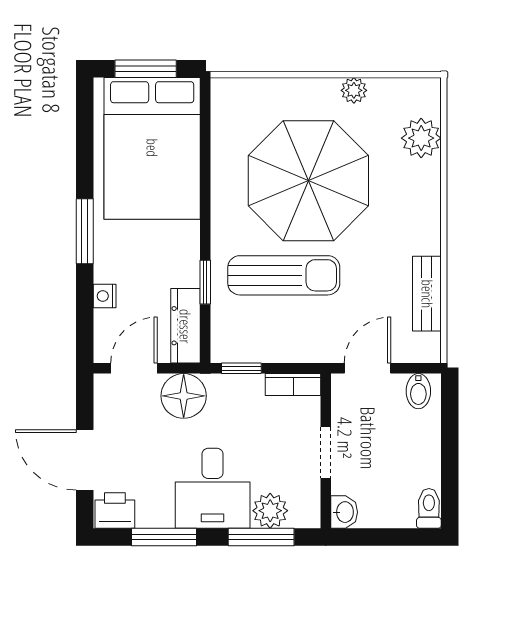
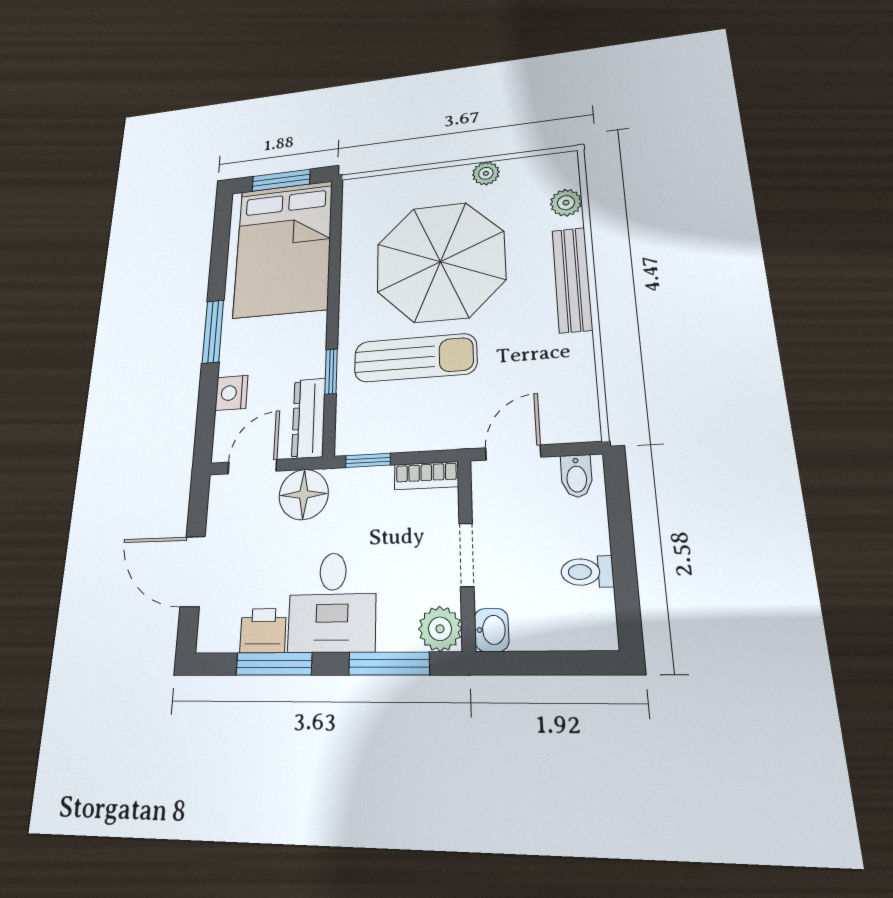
plant: (421, 138) -> (566, 203), width x0.73, depth x0.73
bench: (427, 294) -> (572, 279), moved, width x1.36
nightstand: (105, 296) -> (231, 393), width x1.39, depth x1.35
toilet: (429, 508) -> (587, 572), moved, turned -90
printer: (115, 511) -> (263, 631), moved
plant: (270, 511) -> (440, 629), moved

